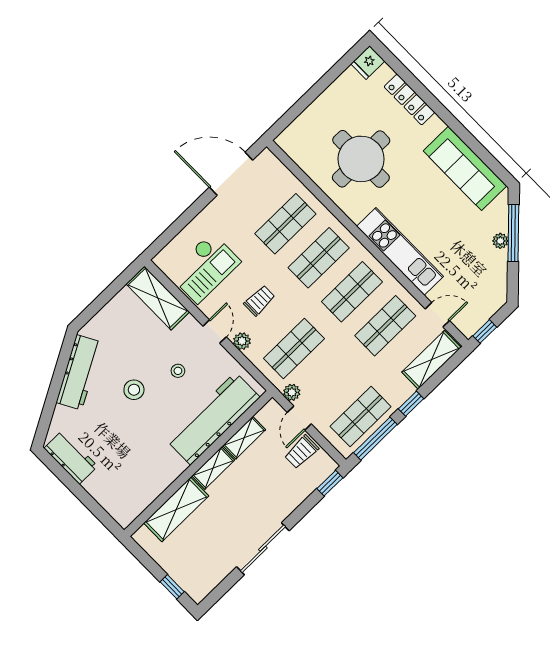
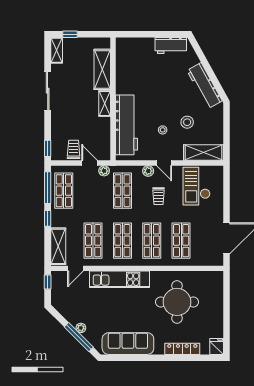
stool: (134, 390) -> (187, 122), moved
shelving: (244, 438) -> (57, 50), moved

